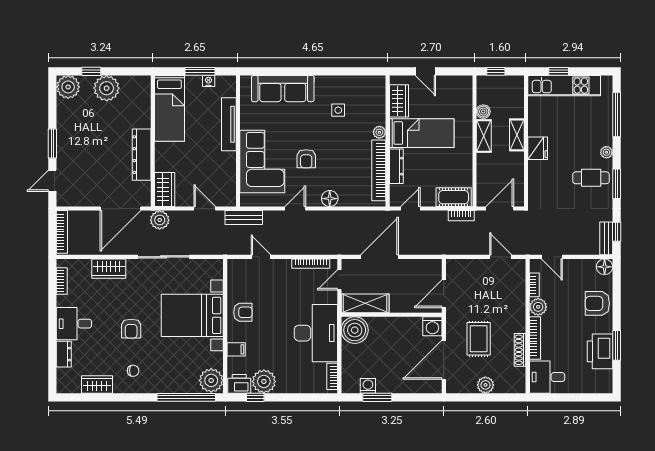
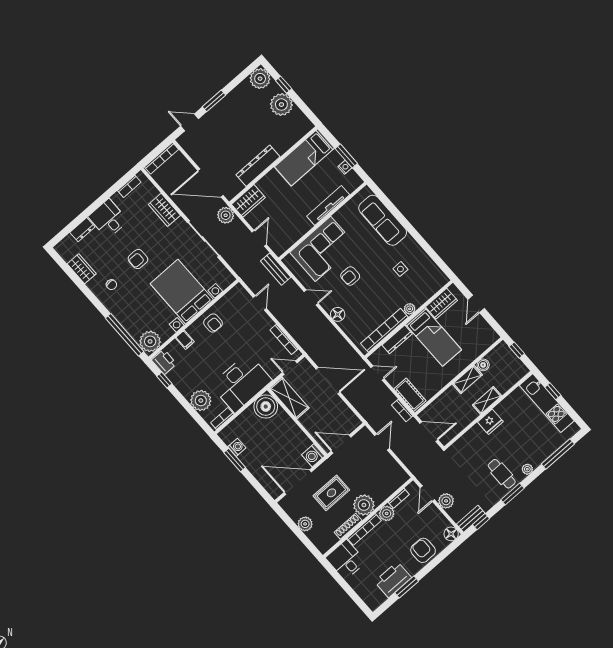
plant: (572, 246) -> (446, 501), added
door: (501, 257) -> (382, 442), moved
plant: (514, 320) -> (364, 505), added
plant: (264, 381) -> (201, 400), moved

